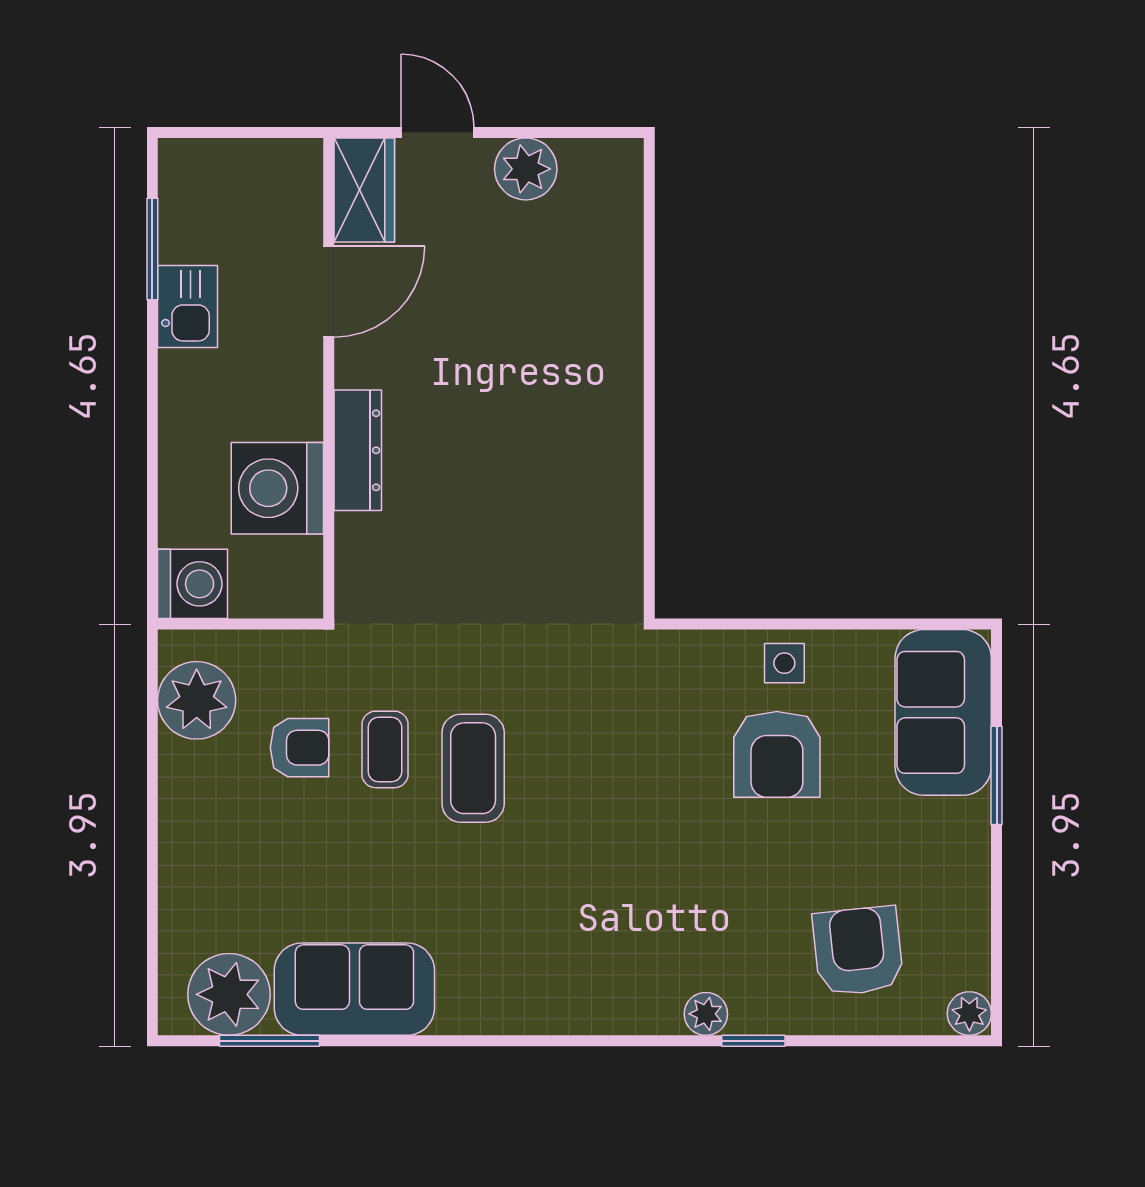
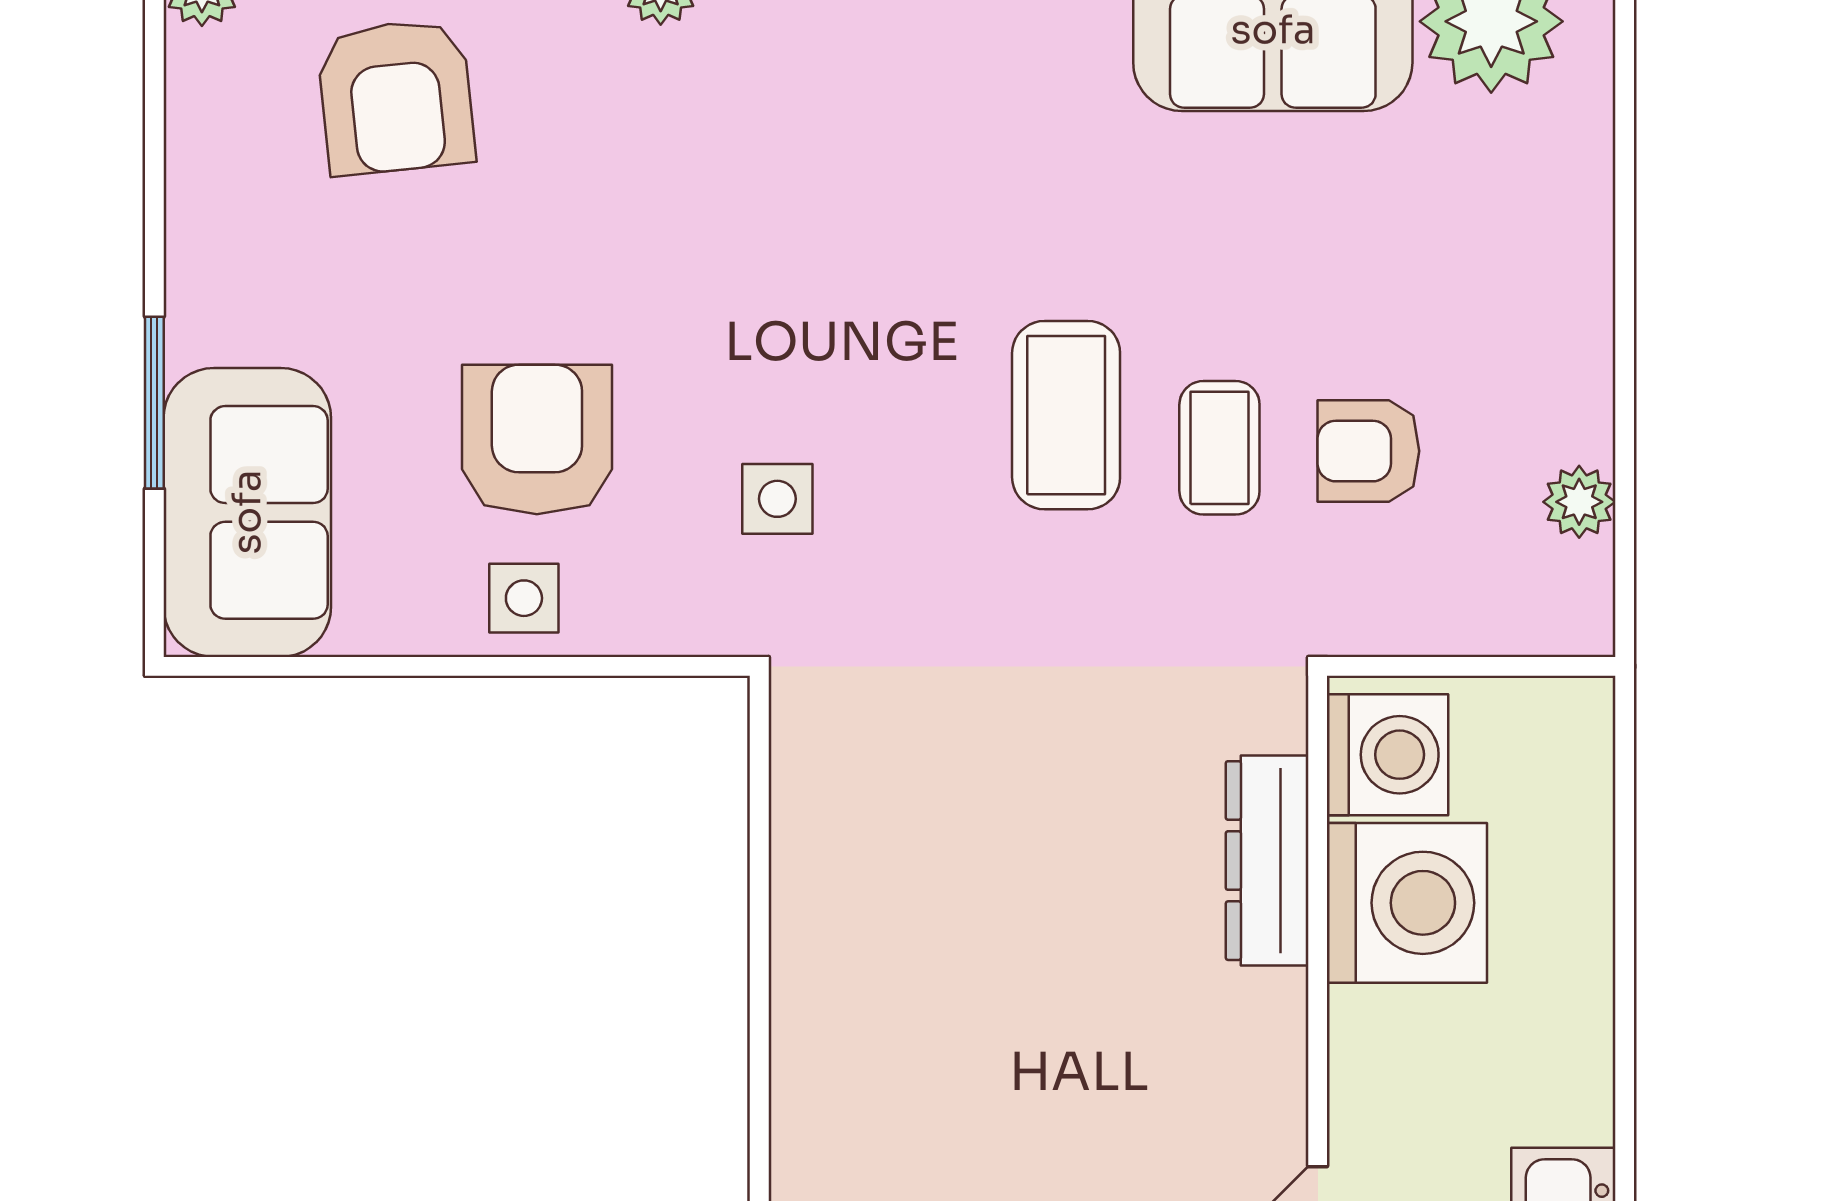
dresser: (358, 450) -> (1267, 861), moved
washing machine: (193, 584) -> (1388, 755), moved, turned 180
plant: (197, 700) -> (1579, 502), width x0.53, depth x0.53
side table: (639, 720) -> (777, 499), added

